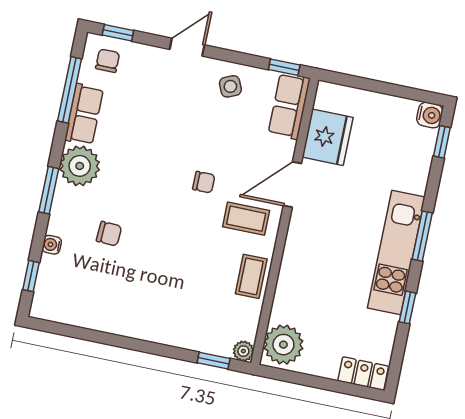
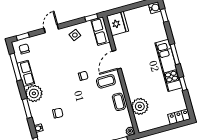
fridge: (328, 137) -> (117, 23), moved
plant: (283, 345) -> (140, 106), moved

